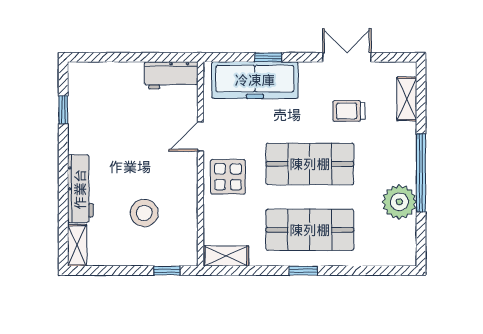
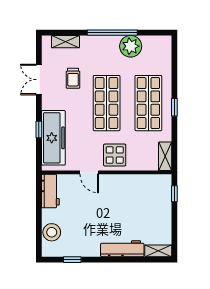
stool: (144, 213) -> (52, 232), moved

